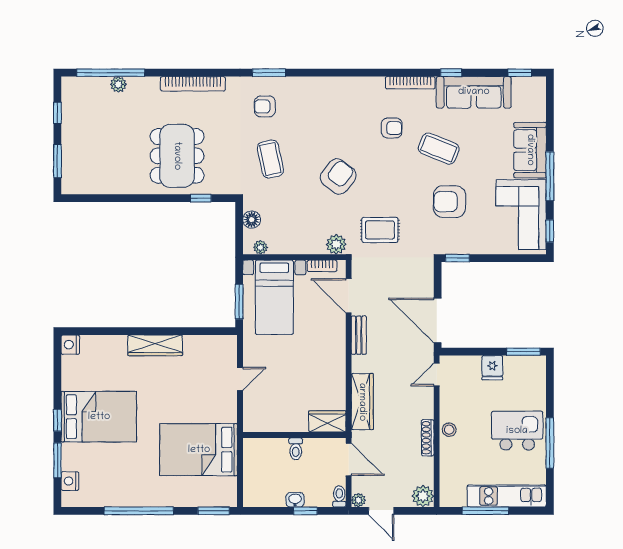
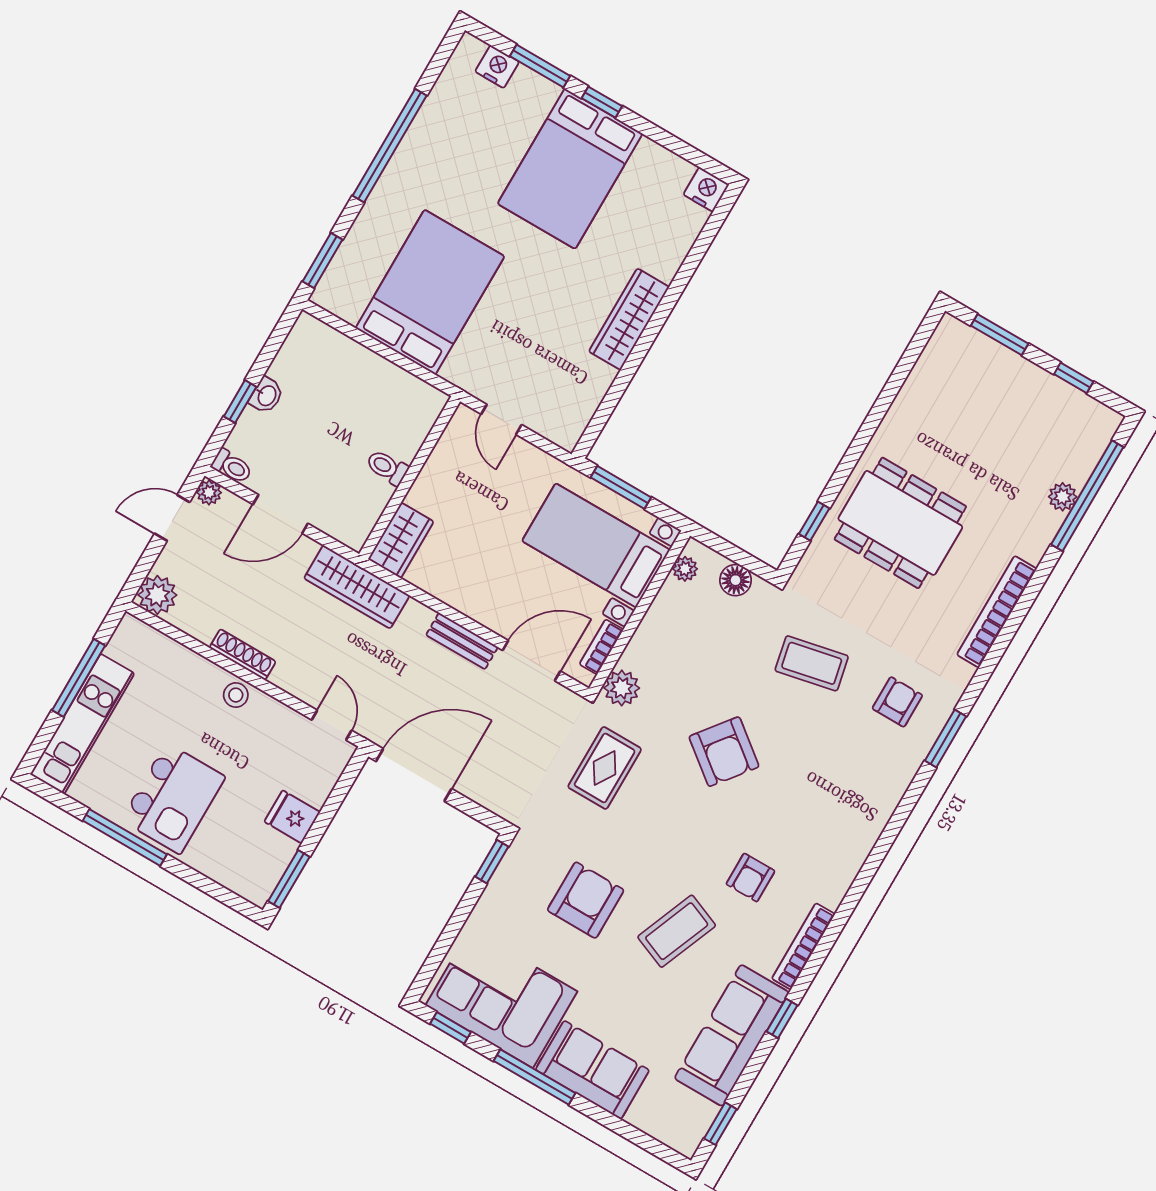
wardrobe: (327, 421) -> (401, 540), moved
wall: (294, 435) -> (410, 478), moved
toilet: (296, 449) -> (387, 467), moved

